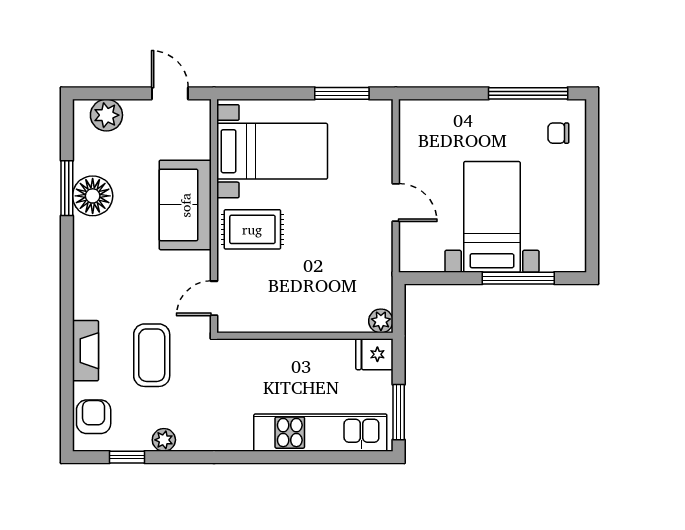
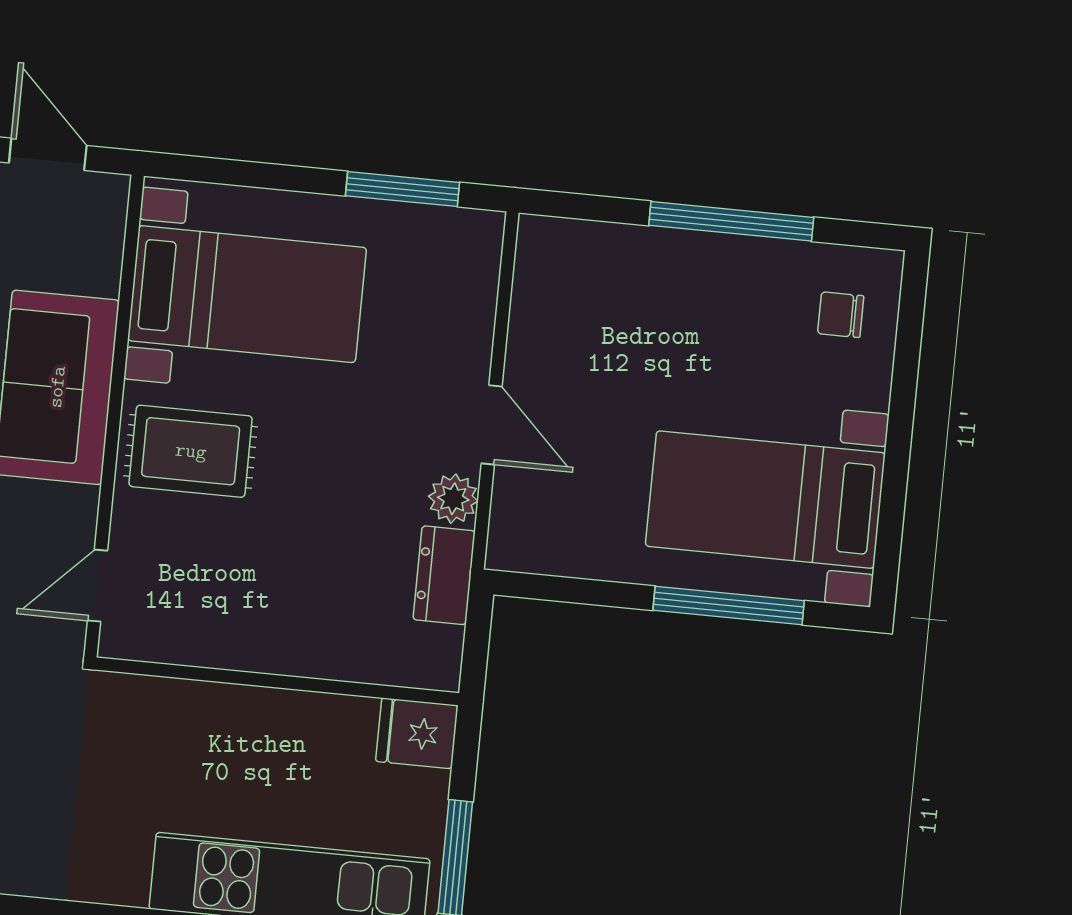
window: (528, 93) -> (731, 221), moved
bed with nightstands: (492, 217) -> (765, 500), moved, turned -90
dresser: (380, 277) -> (444, 575), added
plant: (381, 321) -> (453, 499), moved

